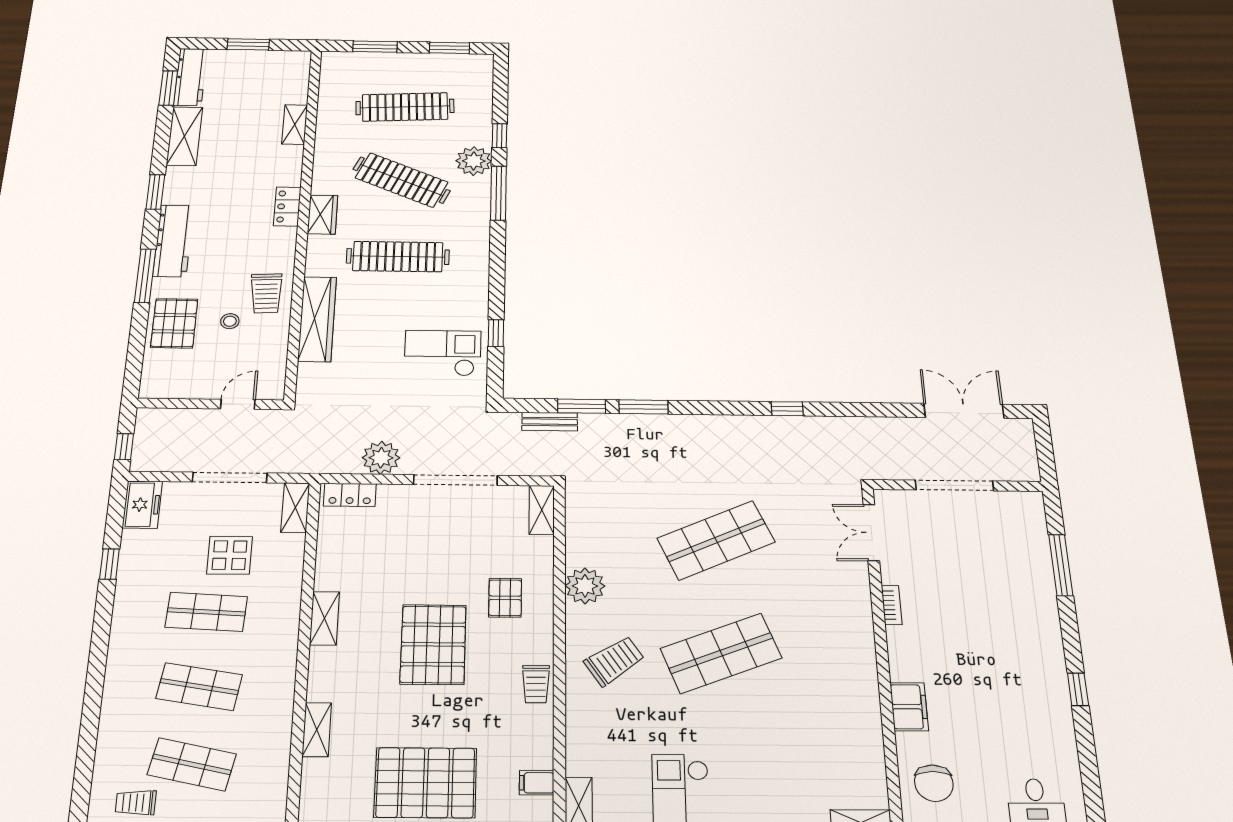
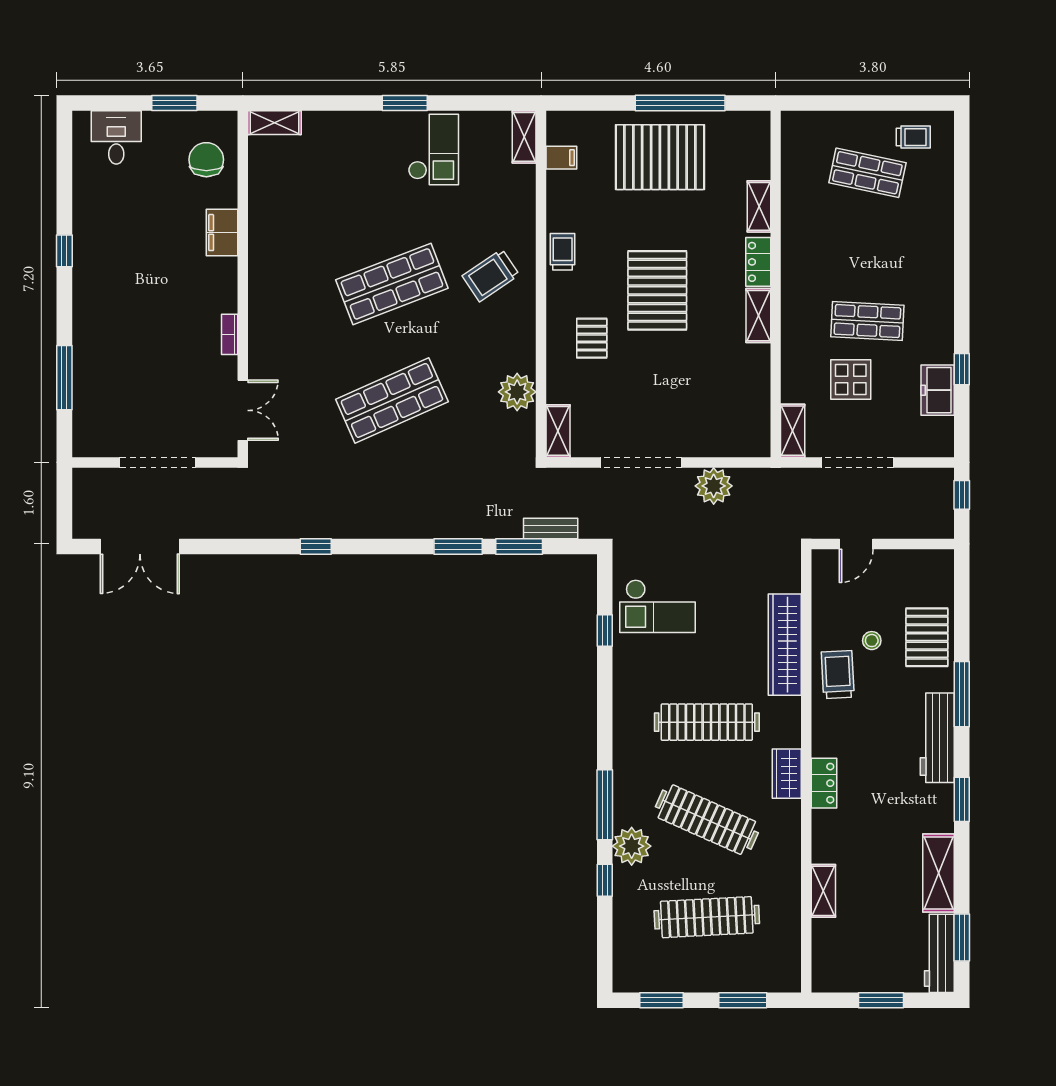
locker: (350, 495) -> (758, 262), moved, turned -90
freezer: (142, 505) -> (938, 390), moved
plant: (585, 586) -> (517, 392), moved
shop shelf: (199, 687) -> (867, 247), removed

